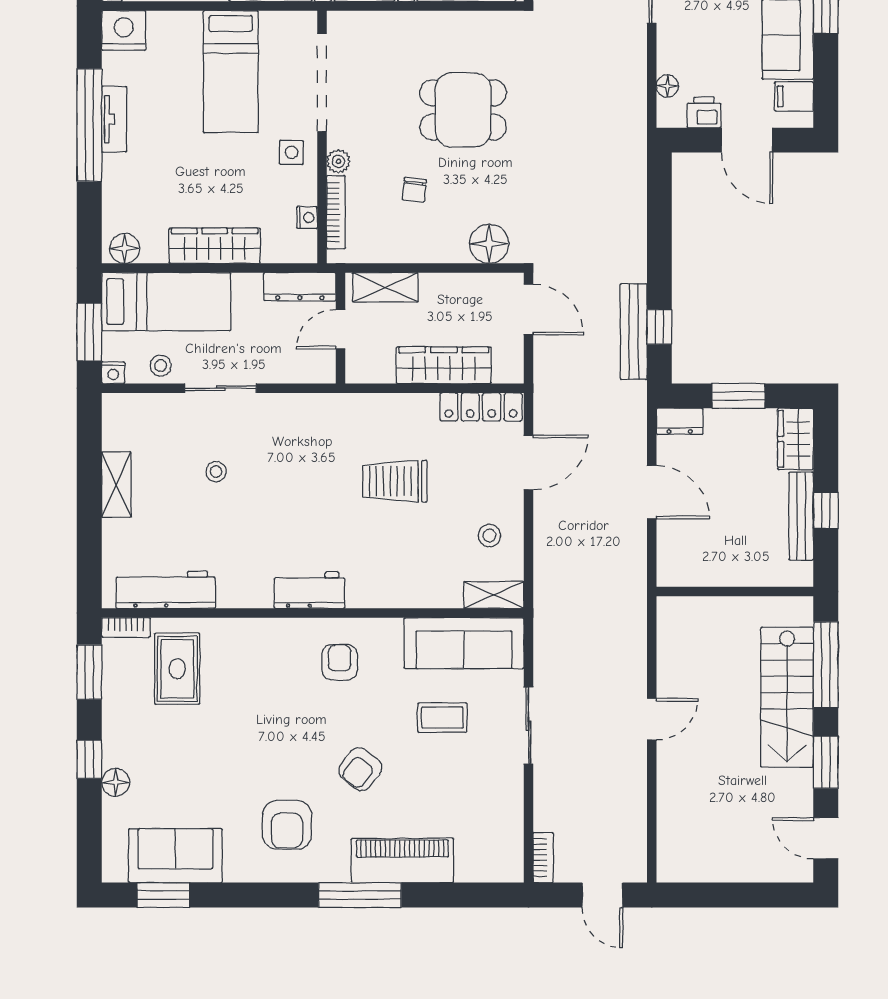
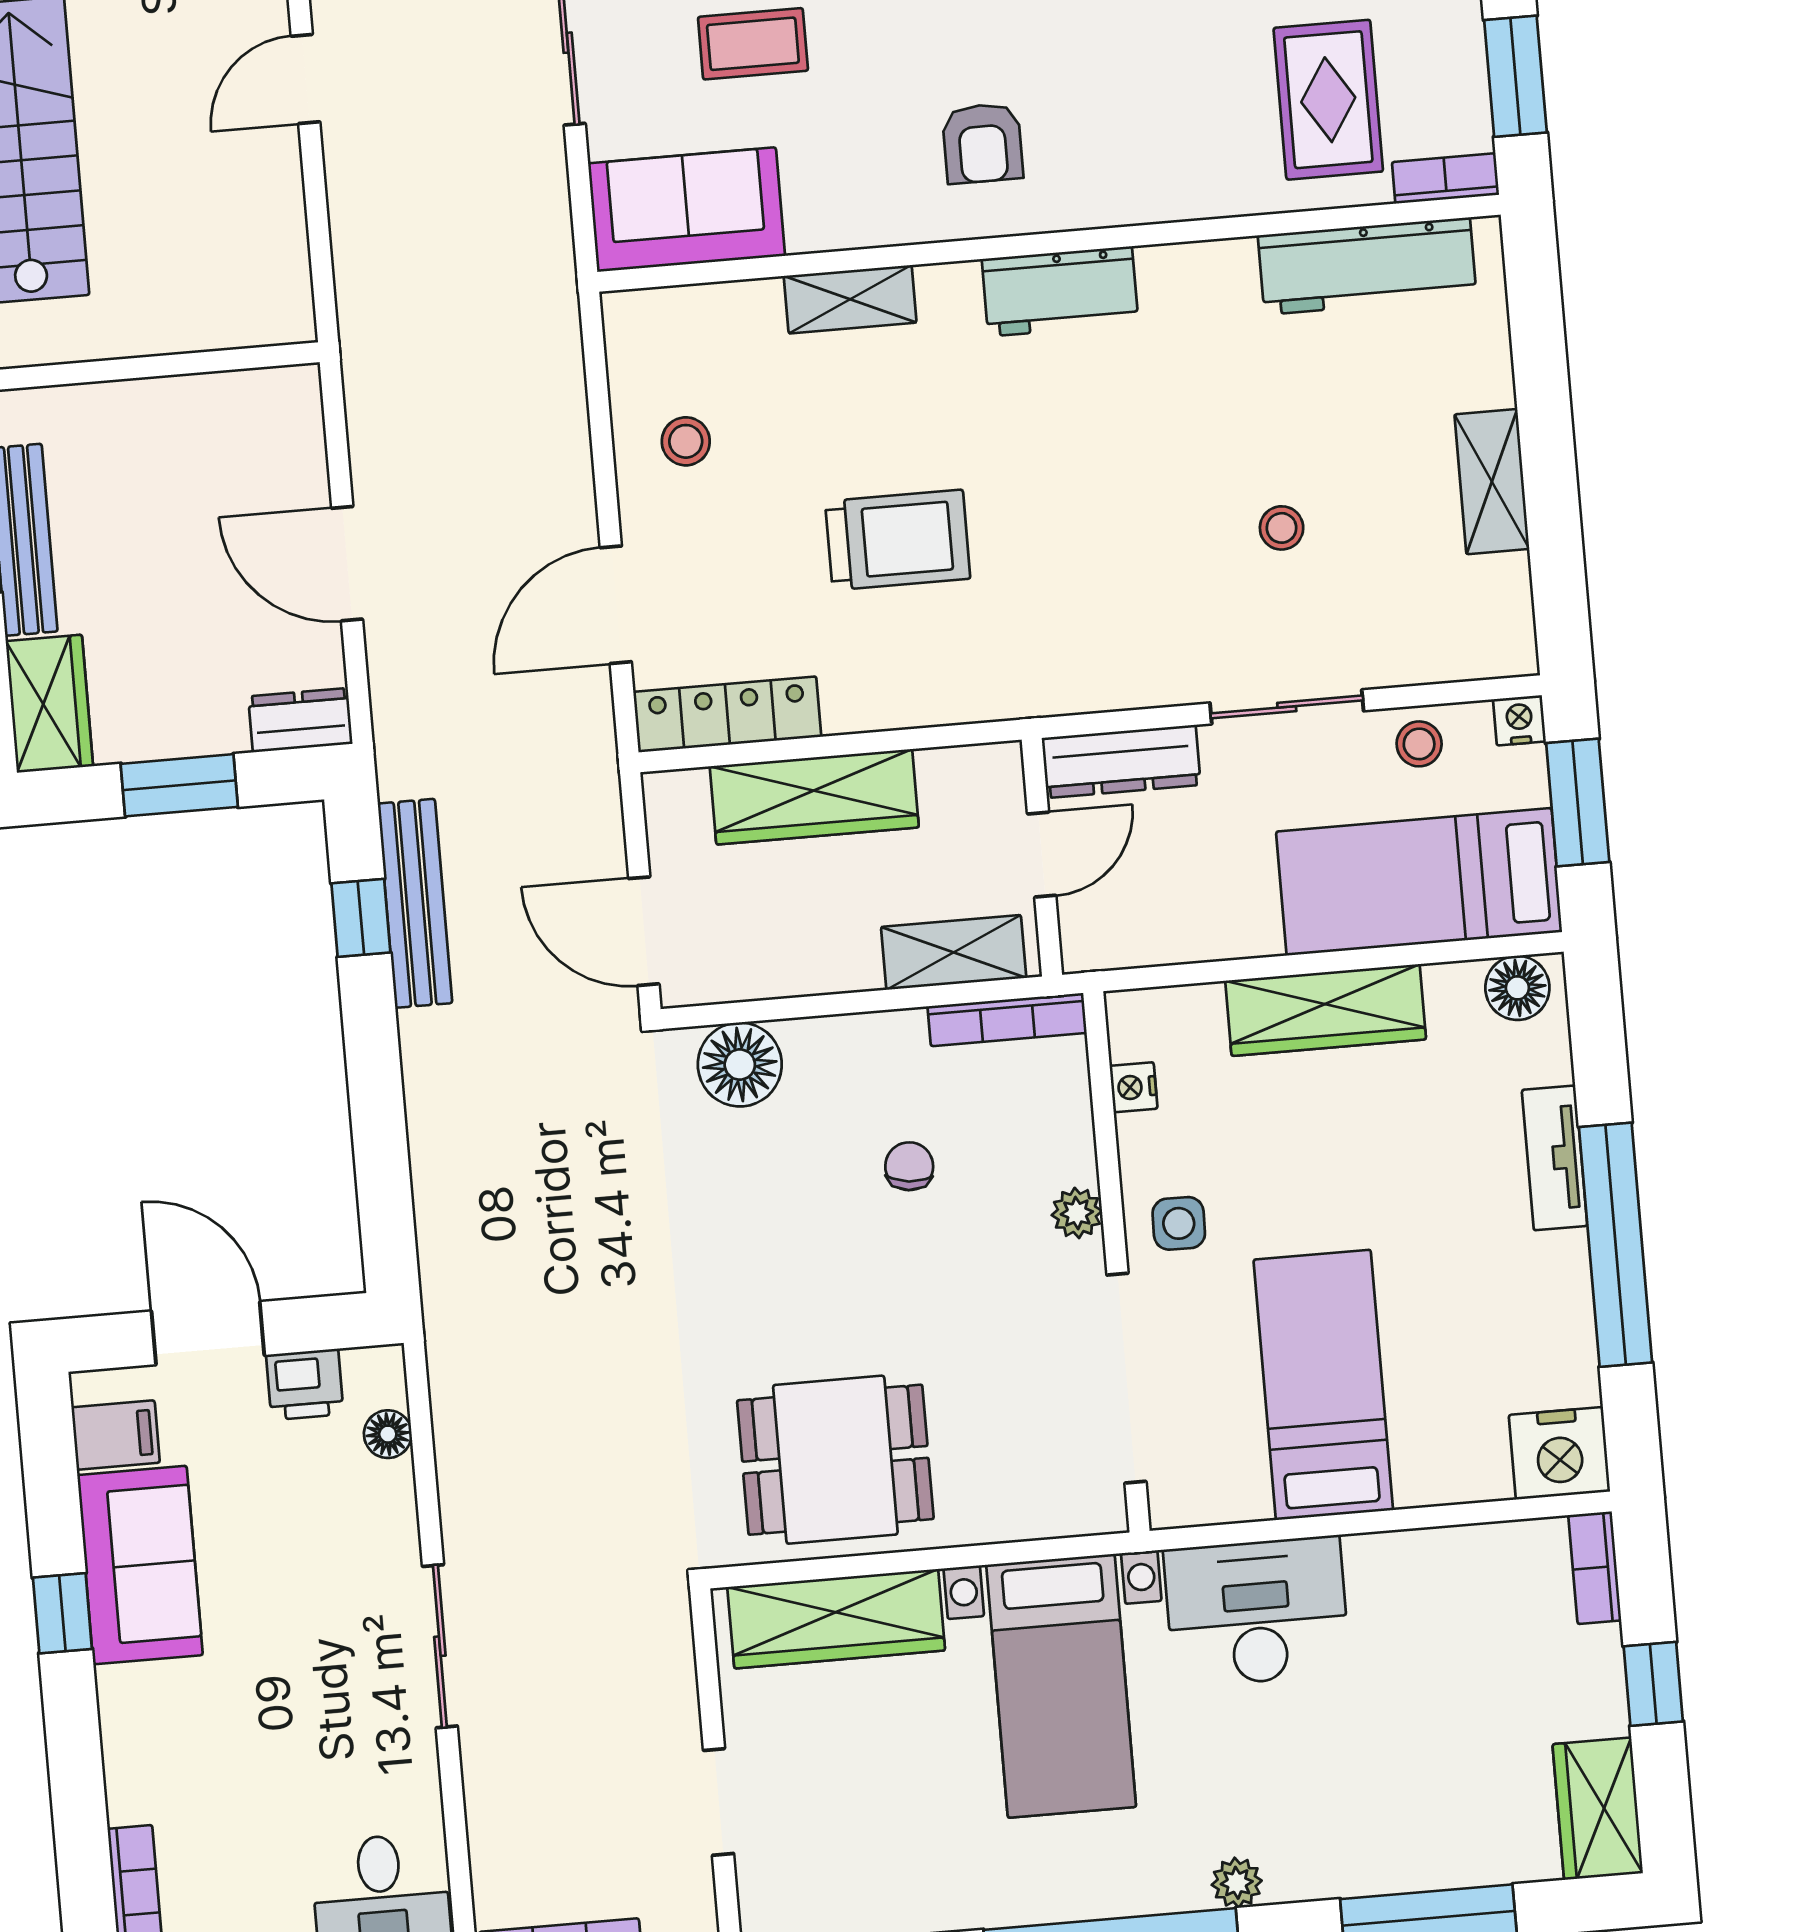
dining table: (463, 110) -> (835, 1460), moved
tv unit: (114, 119) -> (1555, 1158), moved
bookcase: (336, 212) -> (1007, 1020), moved, turned -90
dresser: (300, 287) -> (1121, 761), moved, turned 180
shelving: (494, 595) -> (850, 299), moved
sofa: (464, 643) -> (687, 210), width x0.73

